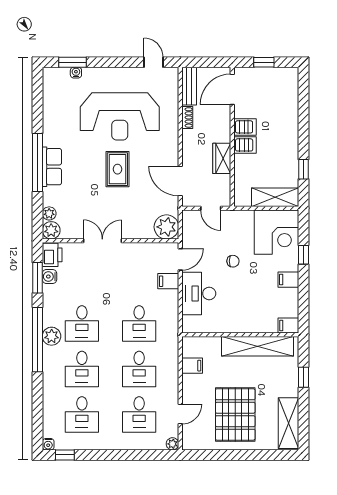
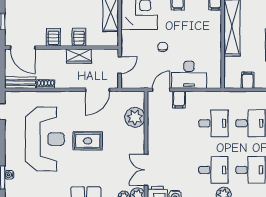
server rack: (245, 145) -> (79, 37), moved
plant: (166, 227) -> (135, 117), moved
double door: (102, 241) -> (146, 170), moved
door: (180, 259) -> (161, 90), hinge flipped

